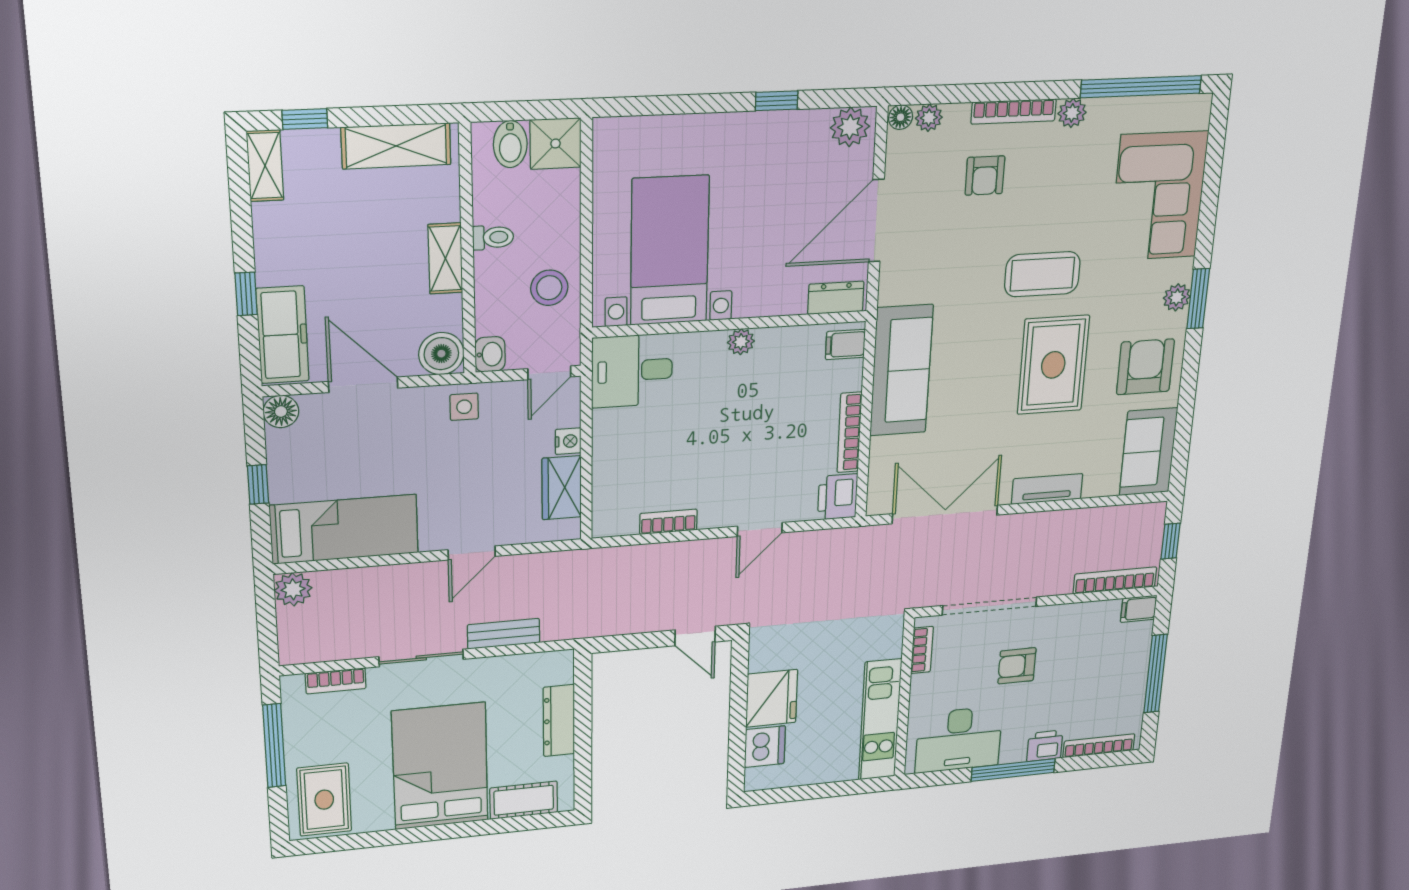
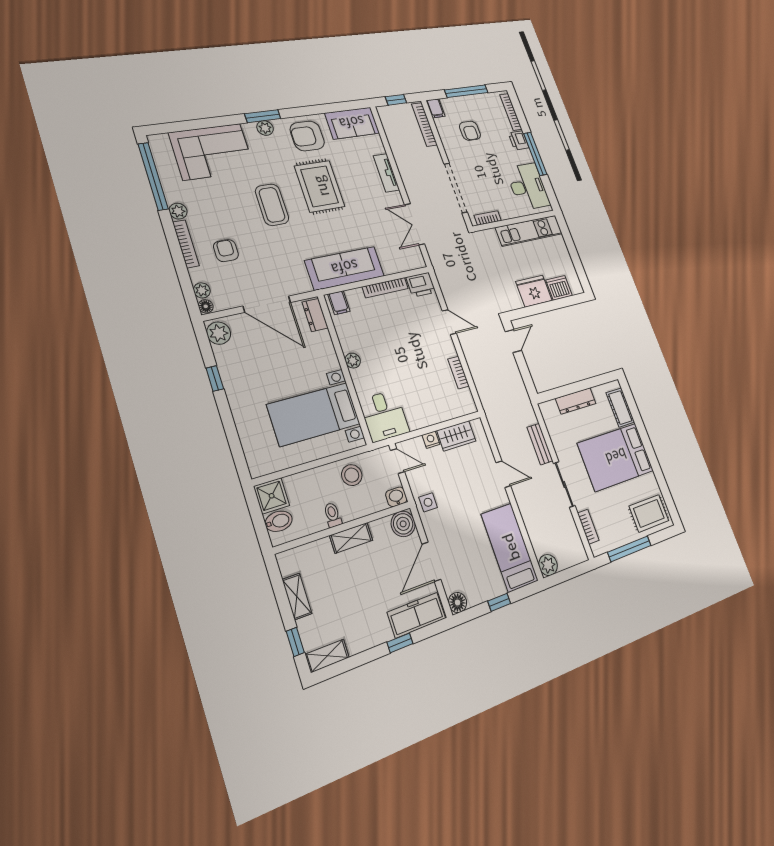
shelving: (396, 146) -> (297, 597), width x0.67, depth x0.75
armchair: (985, 176) -> (226, 251), turned -90
rug: (1053, 365) -> (320, 186), turned 90
double door: (945, 514) -> (414, 224), width x0.73
armchair: (1017, 666) -> (470, 131), moved

